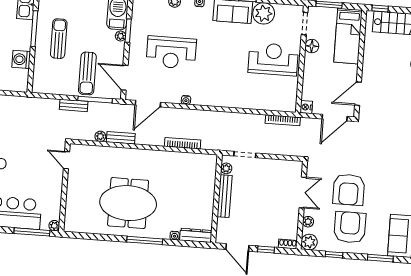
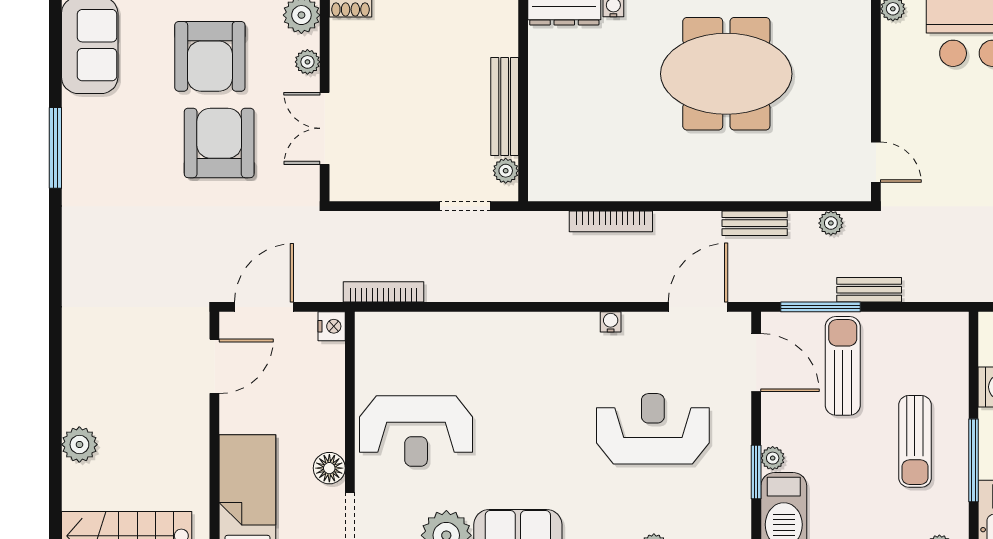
plant: (100, 136) -> (831, 223), moved

